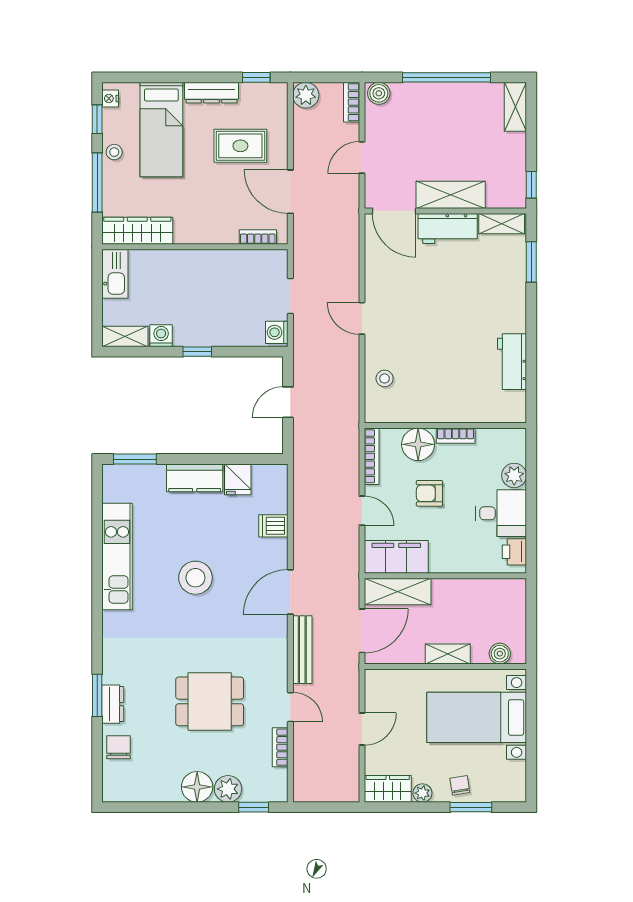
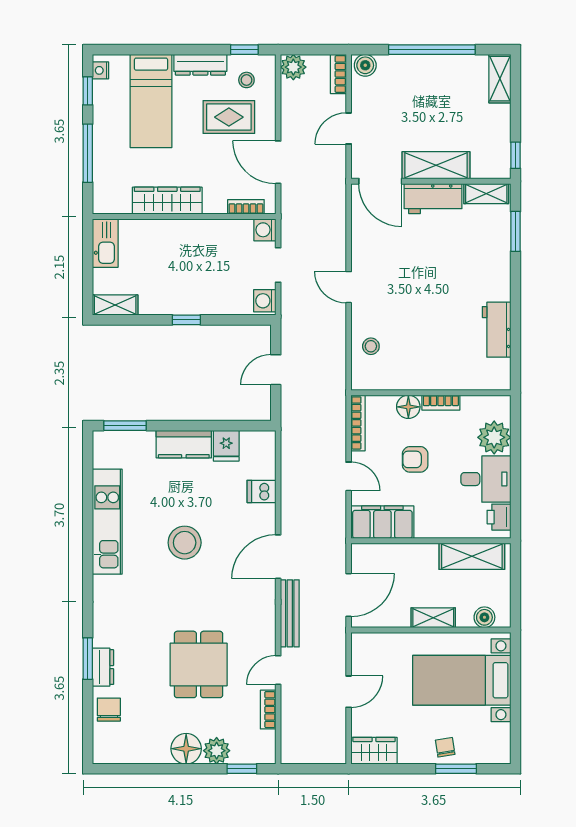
stool: (114, 152) -> (246, 80), moved
wardrobe: (137, 231) -> (167, 201), moved
washing machine: (161, 336) -> (265, 230), moved, turned -90
floor lamp: (418, 444) -> (408, 407), width x0.73, depth x0.73
plant: (514, 475) -> (494, 437), width x1.36, depth x1.36
shelving: (398, 592) -> (472, 556), moved
dining table: (210, 701) -> (199, 664), turned 90
door: (290, 707) -> (278, 670), swing flipped
plant: (422, 793) -> (408, 755), removed

